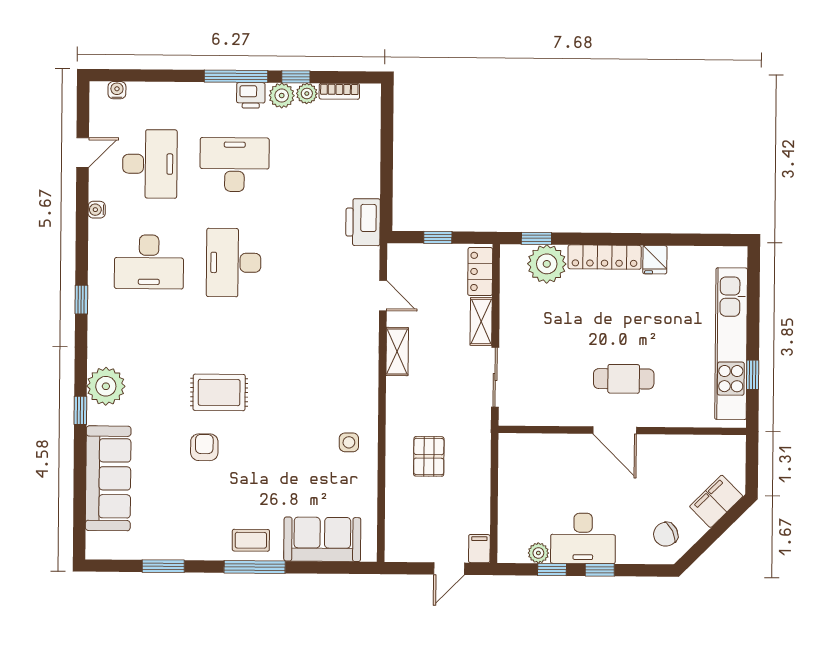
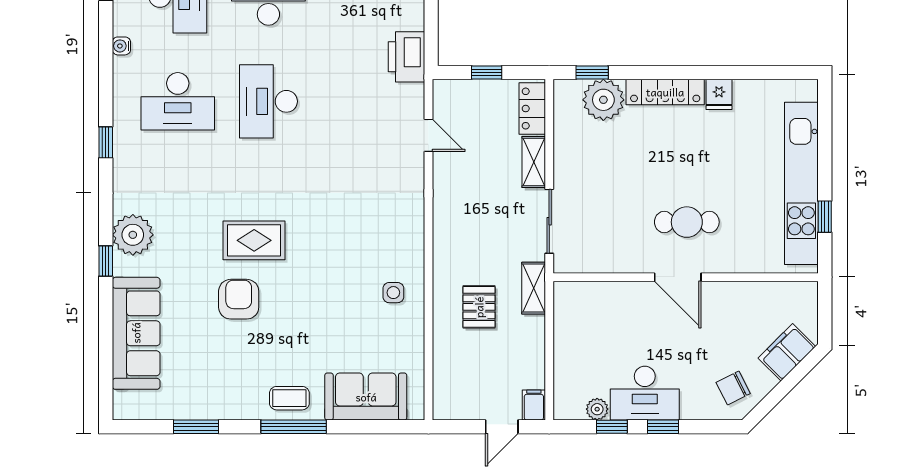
shelving: (397, 351) -> (534, 288), moved
armchair: (204, 447) -> (239, 299), width x1.38, depth x1.38

